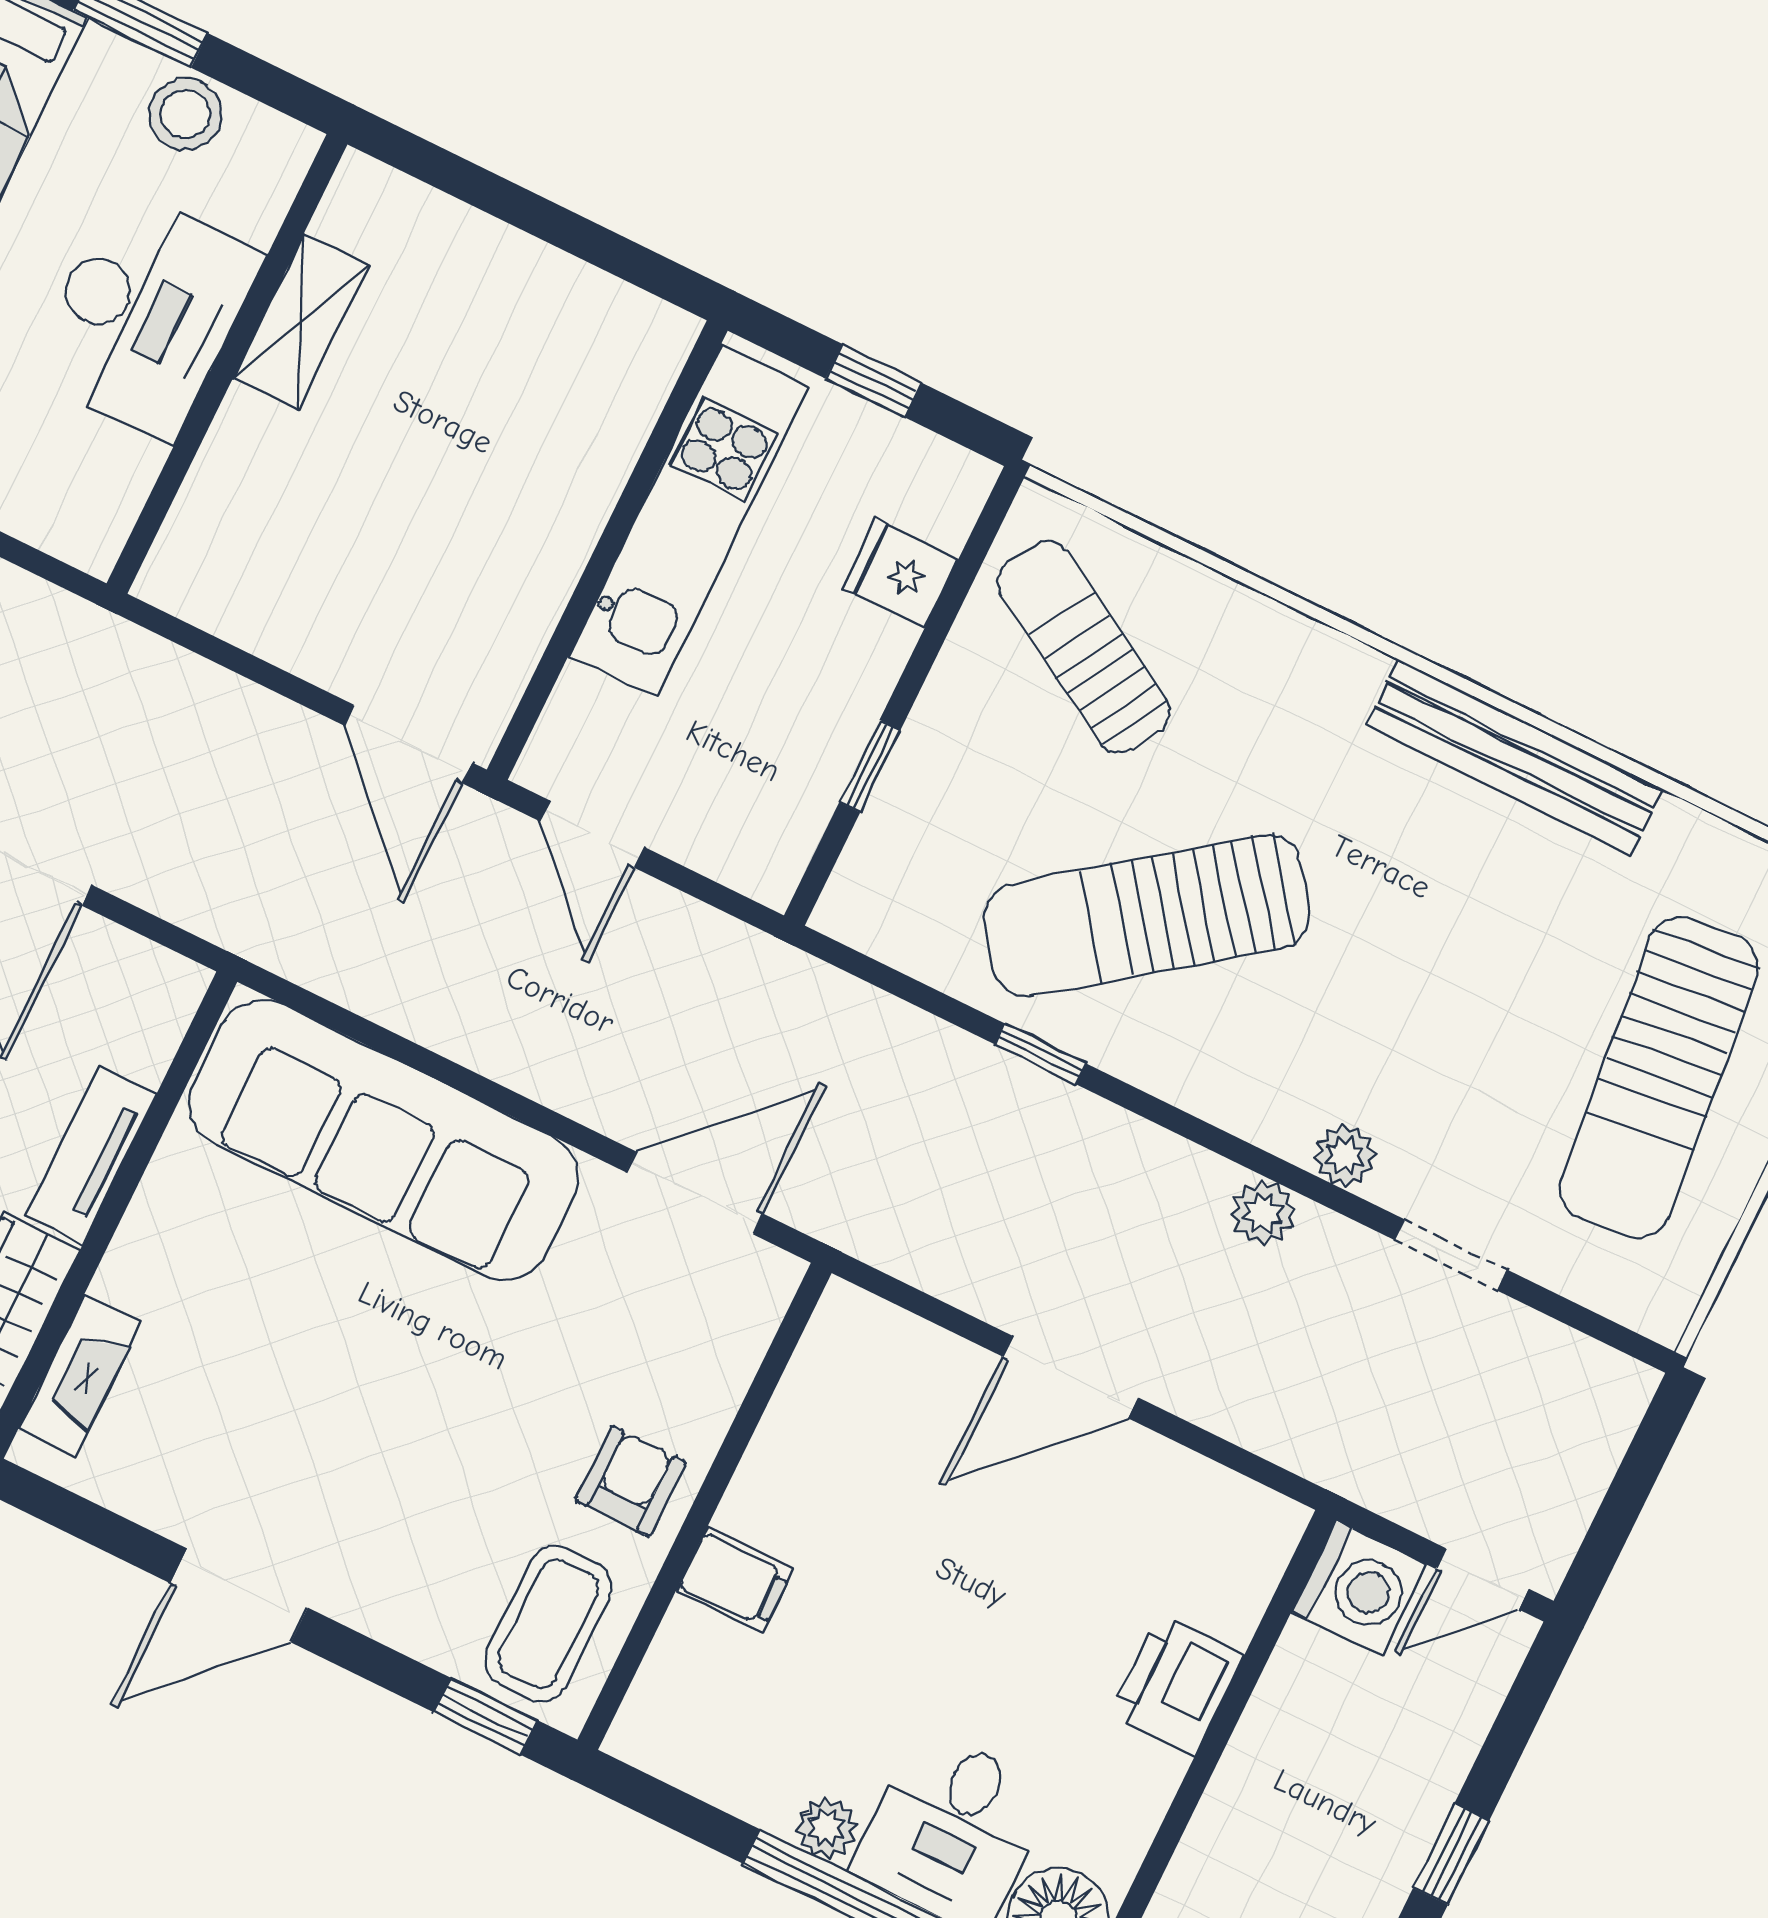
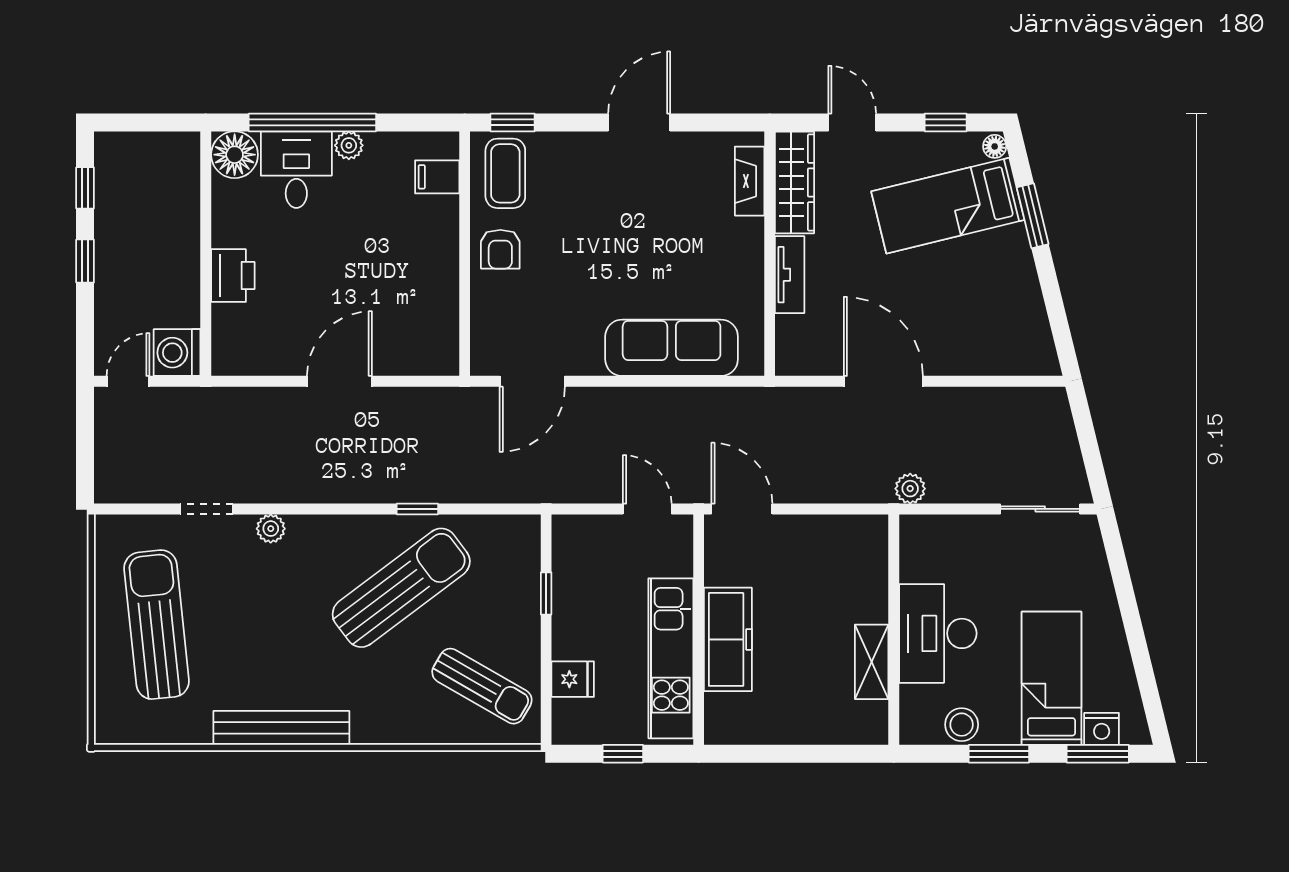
freezer: (559, 503) -> (728, 639), added
sofa: (384, 1140) -> (672, 348), width x0.74, depth x0.79
plant: (1263, 1212) -> (910, 489), moved
filing cabinet: (735, 1580) -> (437, 177), moved

